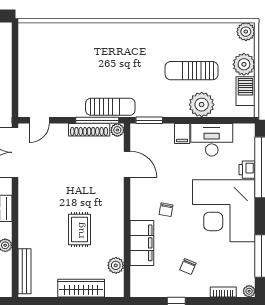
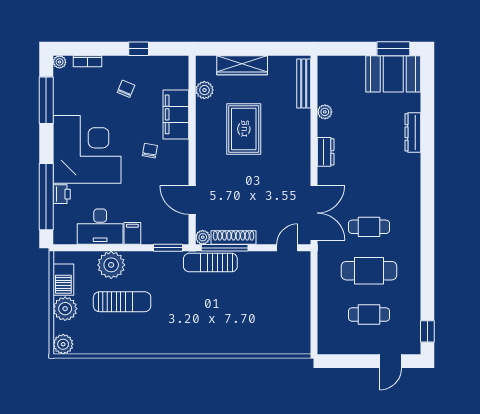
rug: (80, 230) -> (244, 129), width x1.36, depth x1.43

